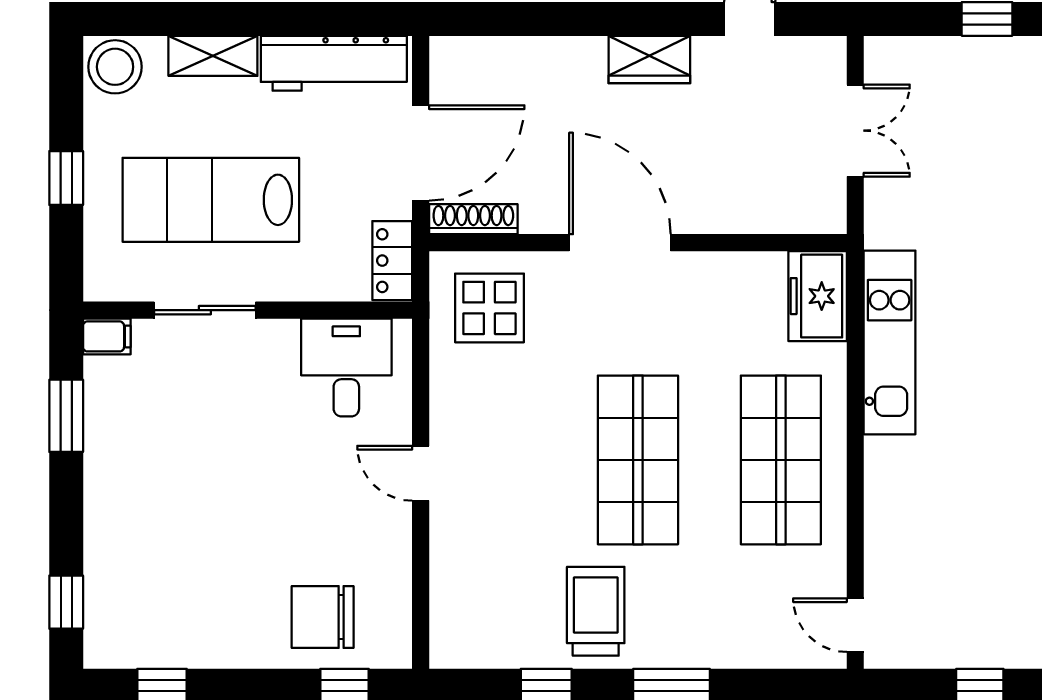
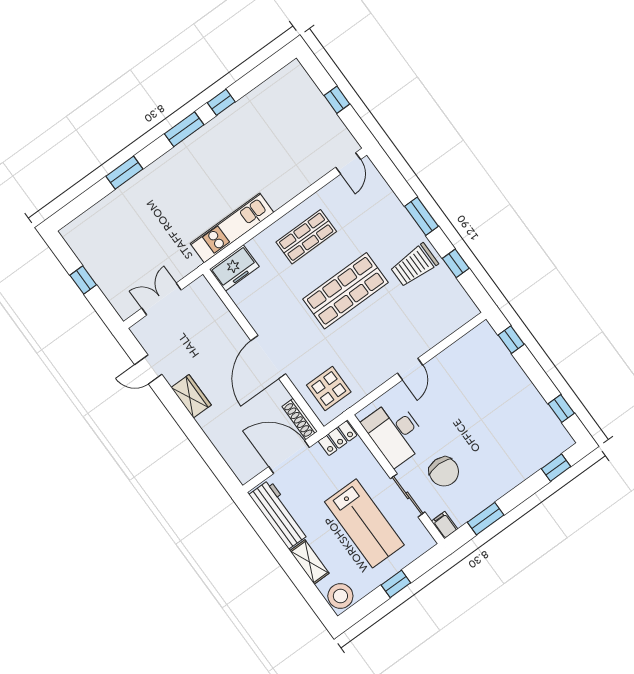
desk: (346, 367) -> (395, 433), width x1.37
shop shelf: (781, 460) -> (306, 237), width x0.70, depth x0.74
chair: (323, 617) -> (444, 472), moved

